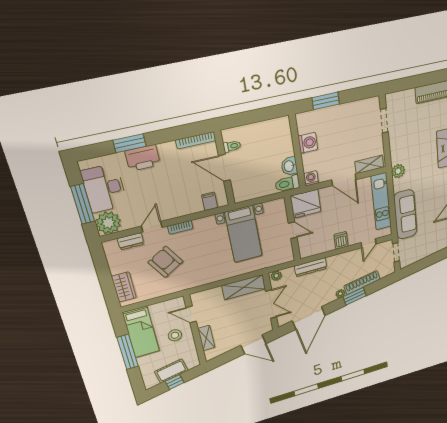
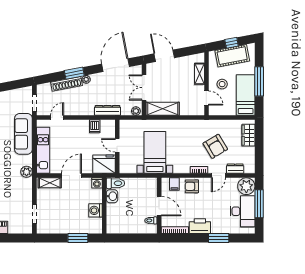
printer: (143, 158) -> (200, 226), moved
door: (344, 180) -> (71, 176), hinge flipped
armchair: (185, 204) -> (192, 186), added
dishwasher: (341, 240) -> (95, 126), moved
cot: (171, 371) -> (232, 56), width x1.37, depth x1.34

